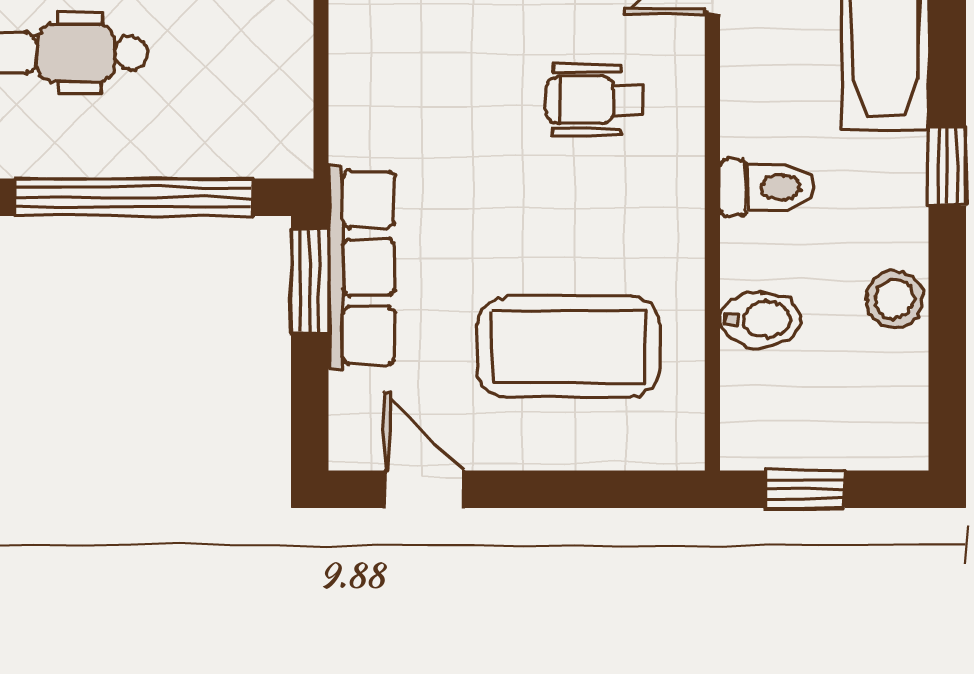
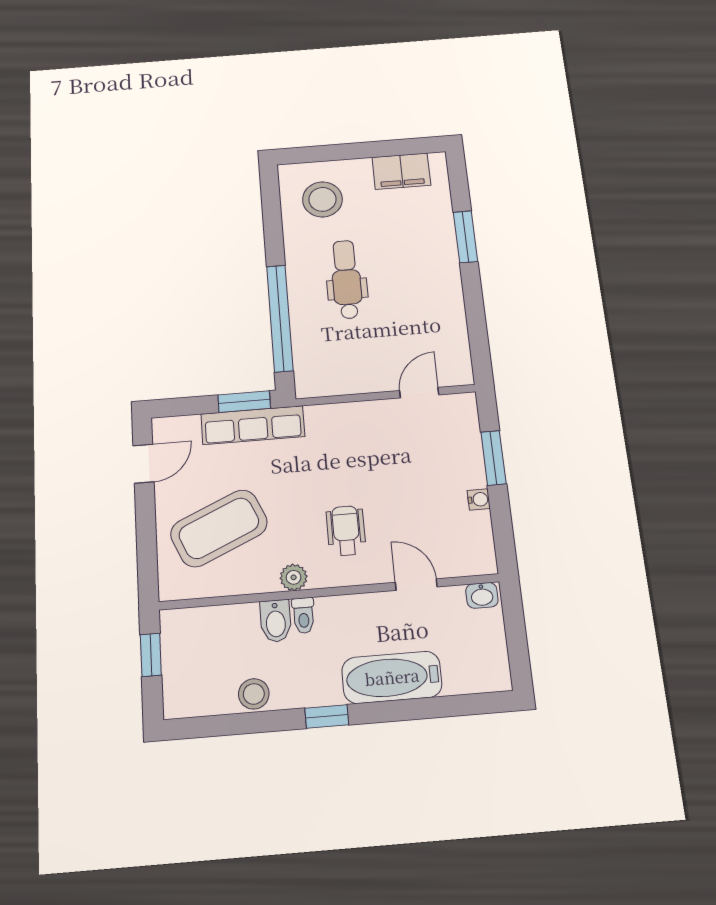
toilet: (767, 187) -> (303, 615), width x0.73, depth x0.72
plant: (678, 209) -> (294, 577), added
bidet: (760, 319) -> (276, 621), moved
coffee table: (569, 347) -> (219, 528), turned 66

